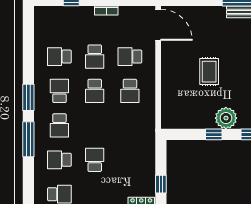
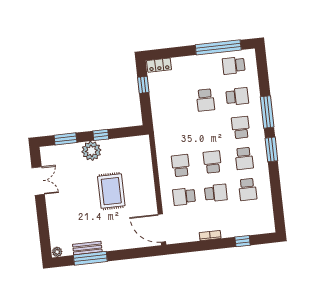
school desk: (59, 57) -> (248, 189), turned 90
school desk: (95, 57) -> (216, 193), turned 90
school desk: (130, 57) -> (184, 197), turned 180
rug: (209, 72) -> (111, 191), width x1.36, depth x1.43

